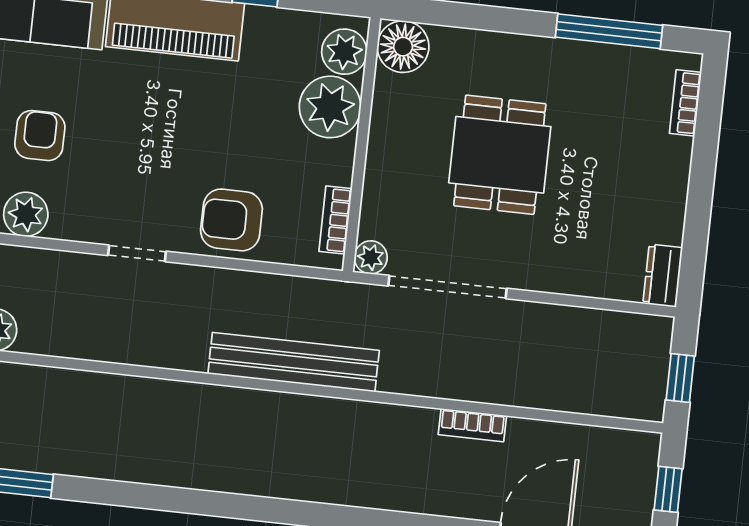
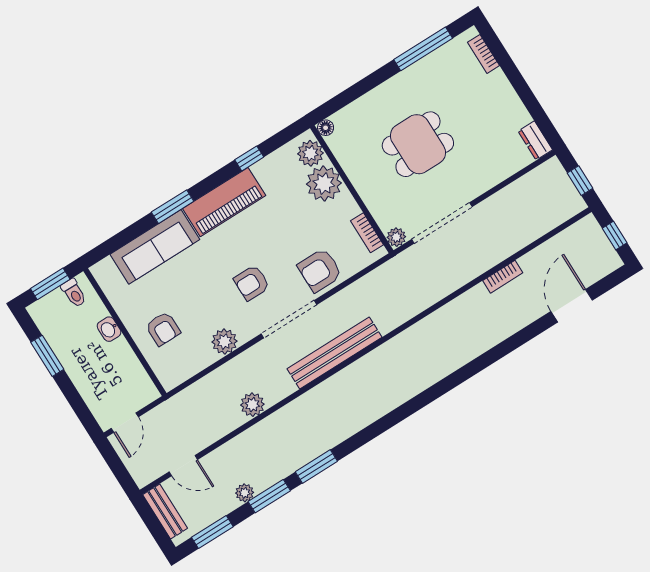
floor lamp: (403, 47) -> (326, 128), width x0.53, depth x0.53
armchair: (40, 136) -> (252, 283), moved, turned -90
dining table: (500, 155) -> (418, 144), turned 90
doorway: (137, 253) -> (289, 319), width x1.88
bench: (294, 362) -> (334, 353), moved

